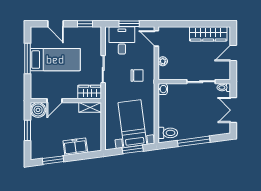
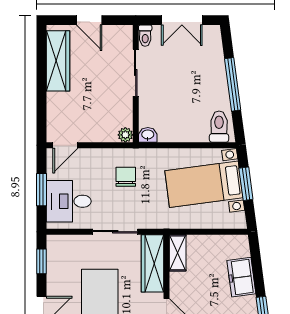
plant: (163, 61) -> (125, 135), moved
wardrobe: (90, 92) -> (152, 263), width x1.50

